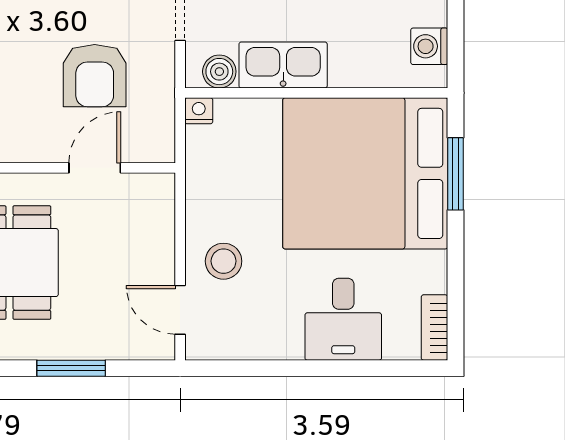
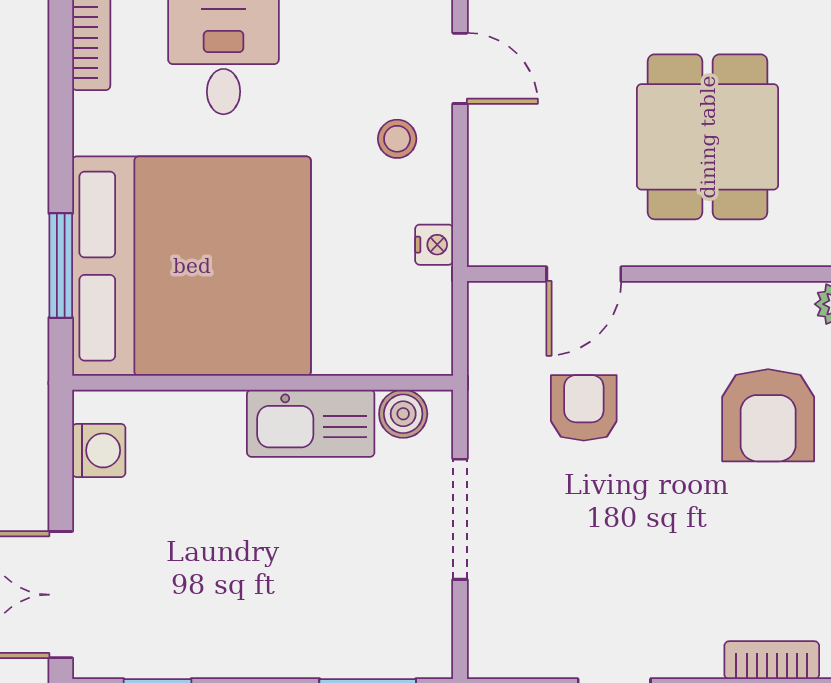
armchair: (95, 76) -> (584, 408), width x0.72, depth x0.72
nightstand: (199, 111) -> (434, 245), moved, turned -90
stool: (224, 261) -> (397, 139), width x0.73, depth x0.73

